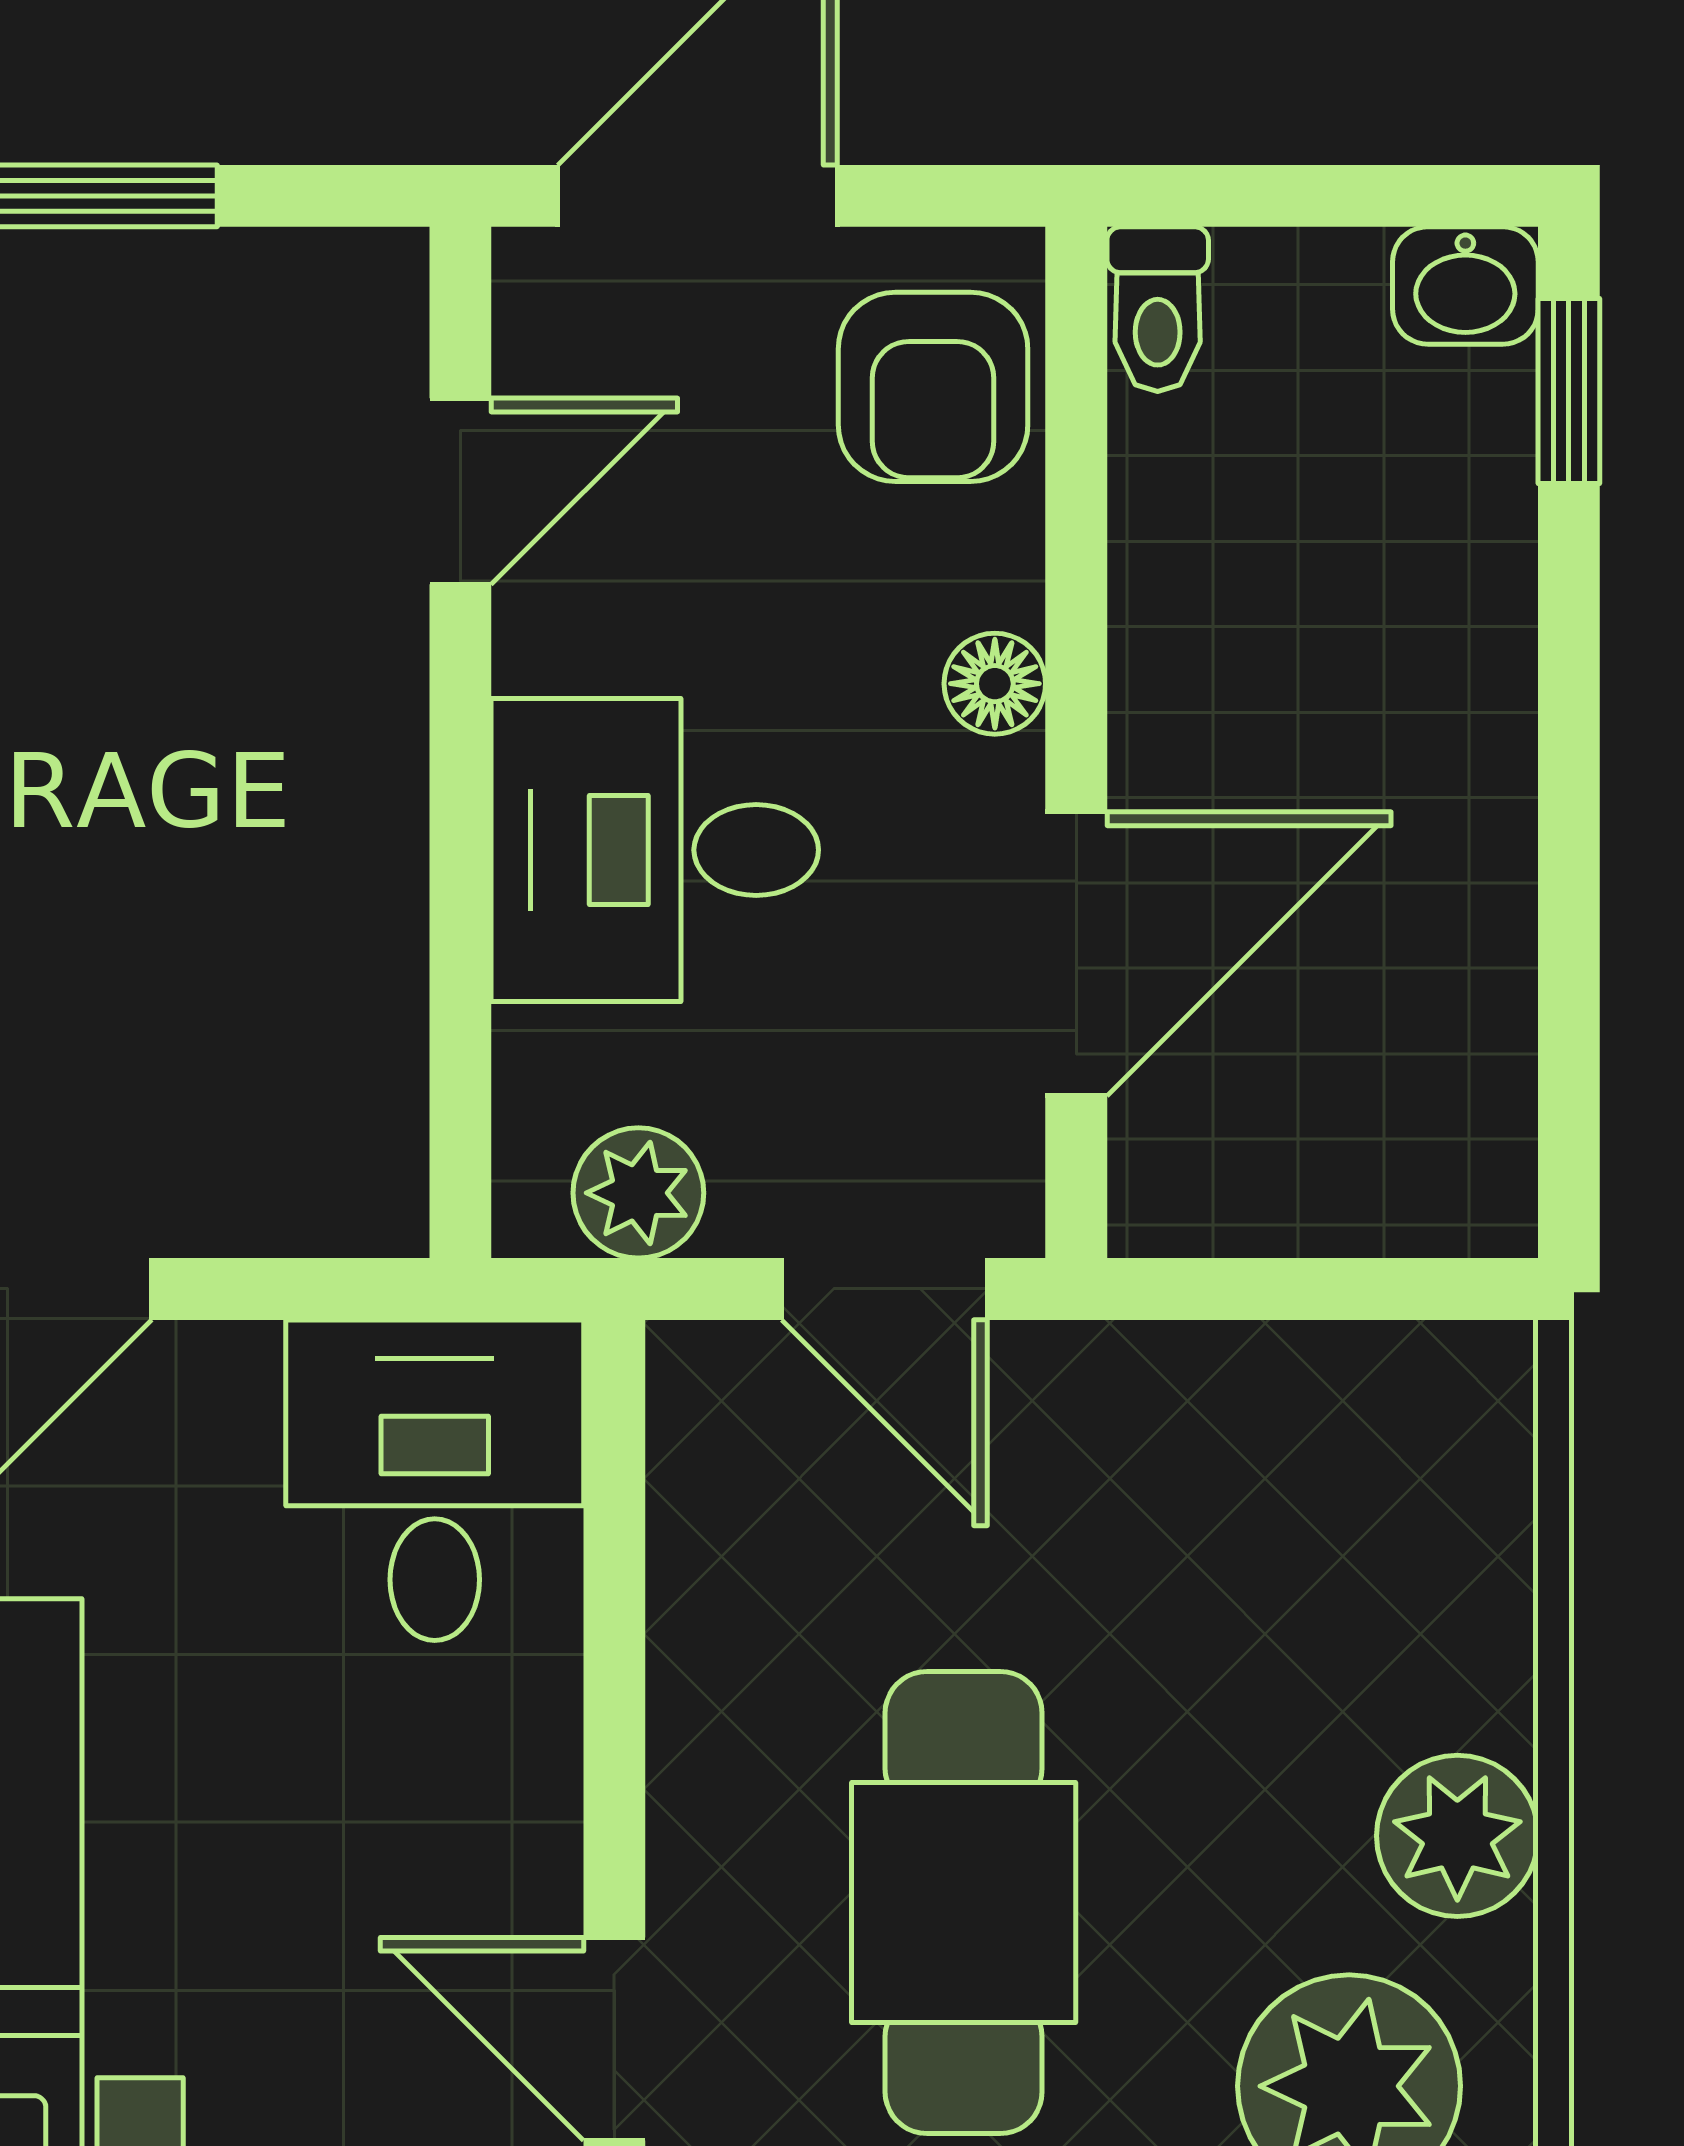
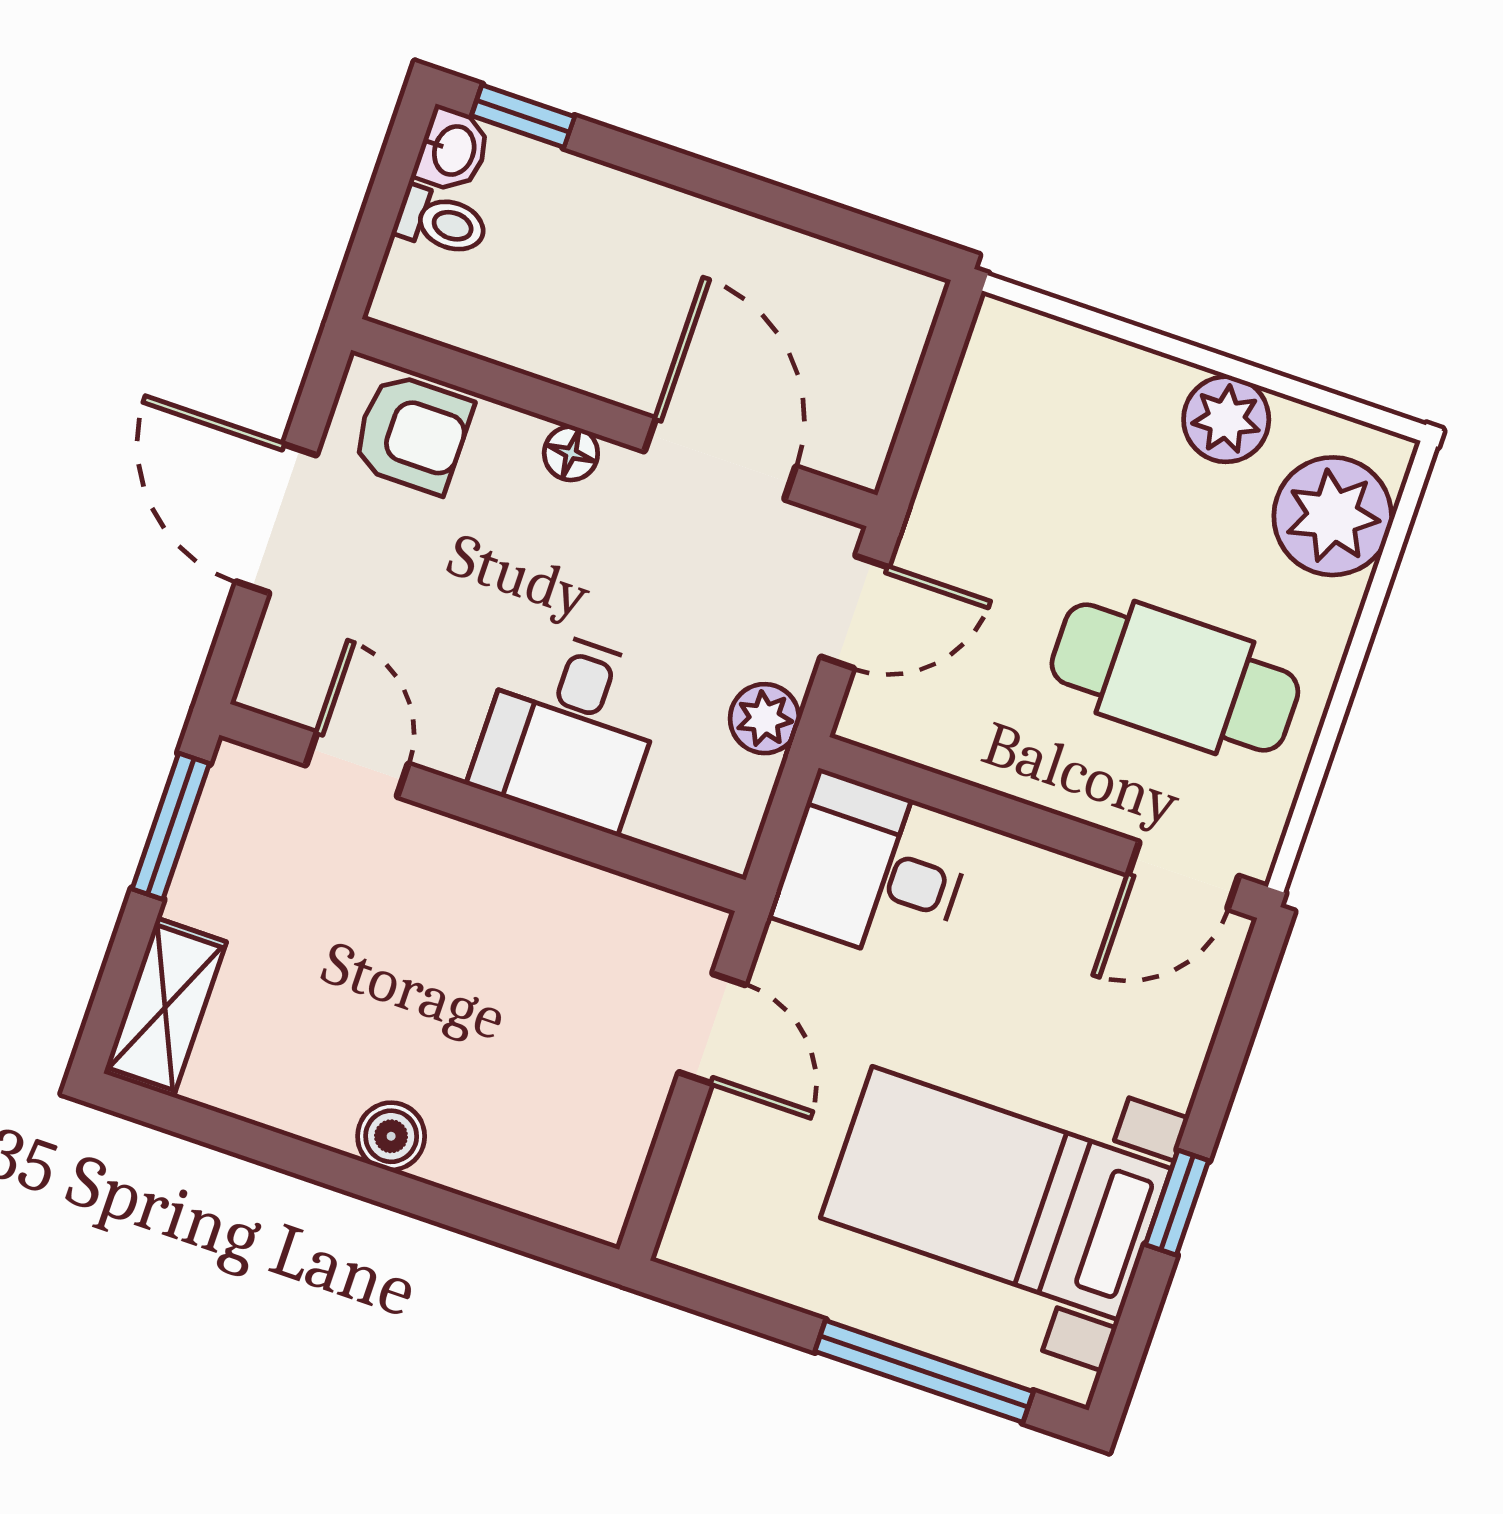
toilet: (1158, 309) -> (441, 222), moved
door: (460, 491) -> (357, 765), moved
wall: (460, 742) -> (483, 807), moved
desk: (655, 850) -> (570, 729), moved

